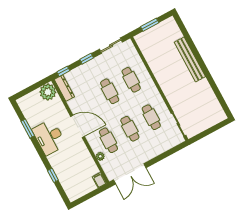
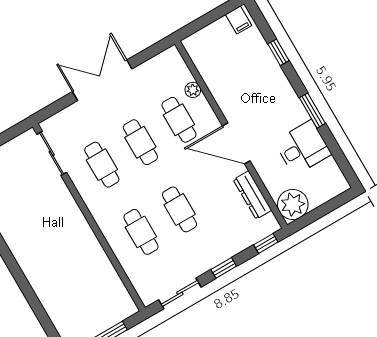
bench: (190, 59) -> (35, 273), removed
dresser: (64, 88) -> (252, 195), moved
window: (28, 128) -> (312, 111), moved
desk: (49, 137) -> (303, 148), moved, width x0.73
double door: (130, 174) -> (102, 80), moved
filing cabinet: (99, 180) -> (239, 20), moved

